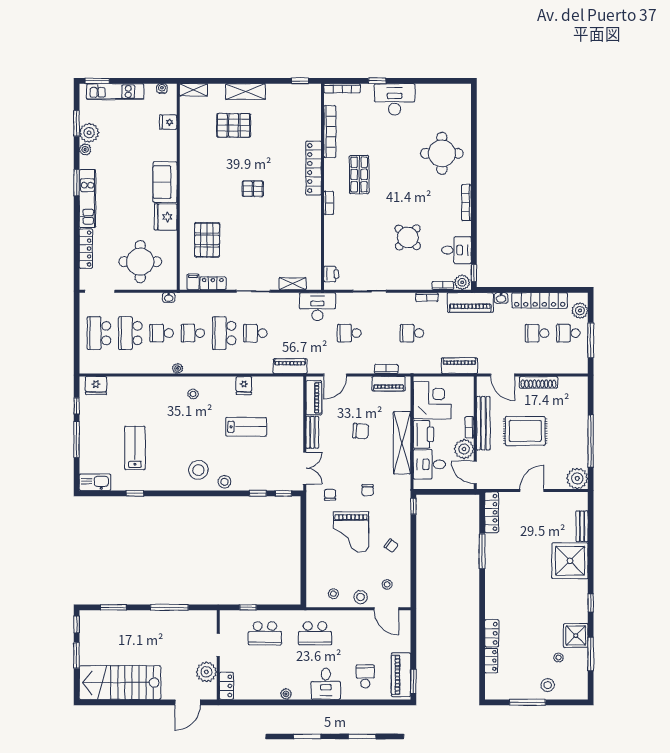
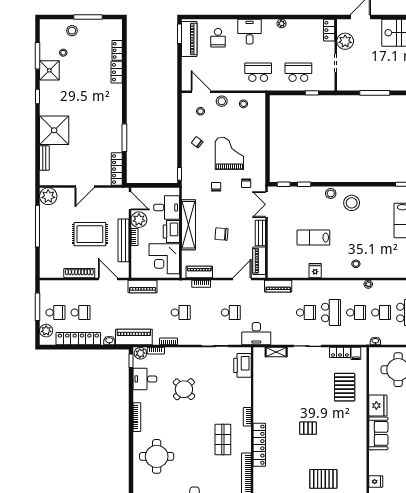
printer: (331, 274) -> (242, 365), width x1.87, depth x1.48

